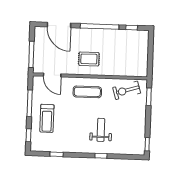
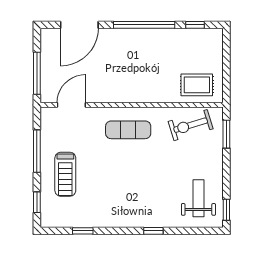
door: (59, 25) -> (79, 25), hinge flipped
rug: (89, 59) -> (197, 85), moved
door: (52, 75) -> (71, 105), swing flipped
weight bench: (101, 130) -> (198, 198), moved

